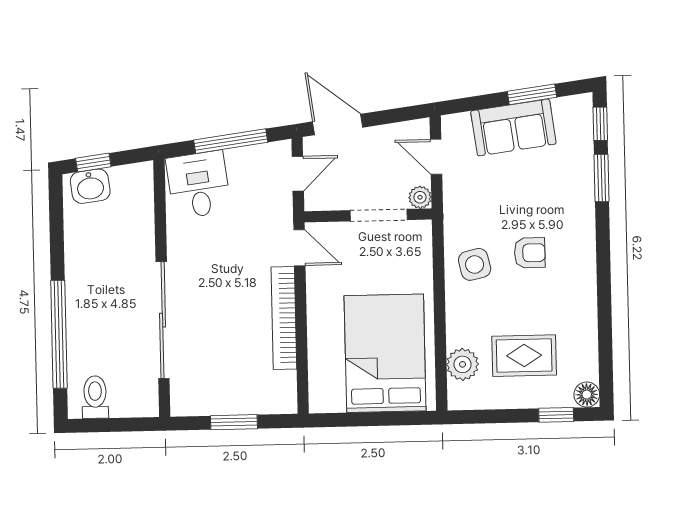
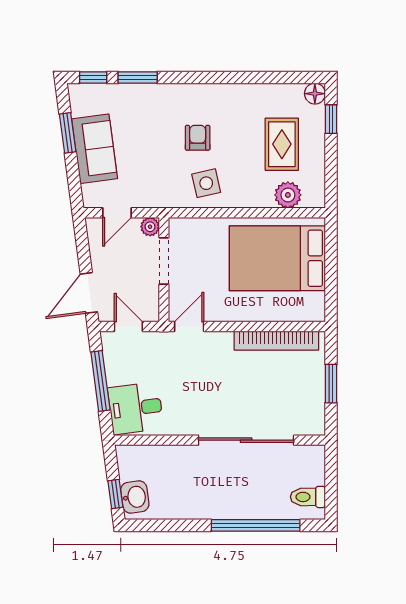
bookcase: (284, 318) -> (276, 341), moved

